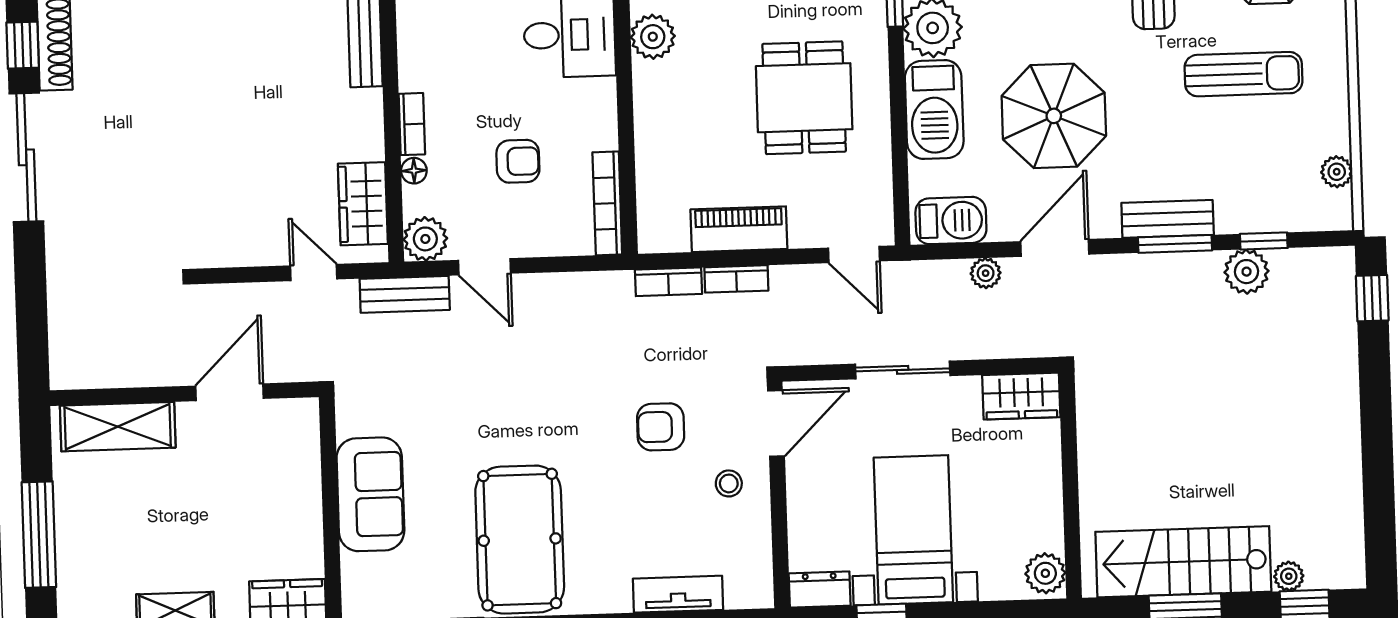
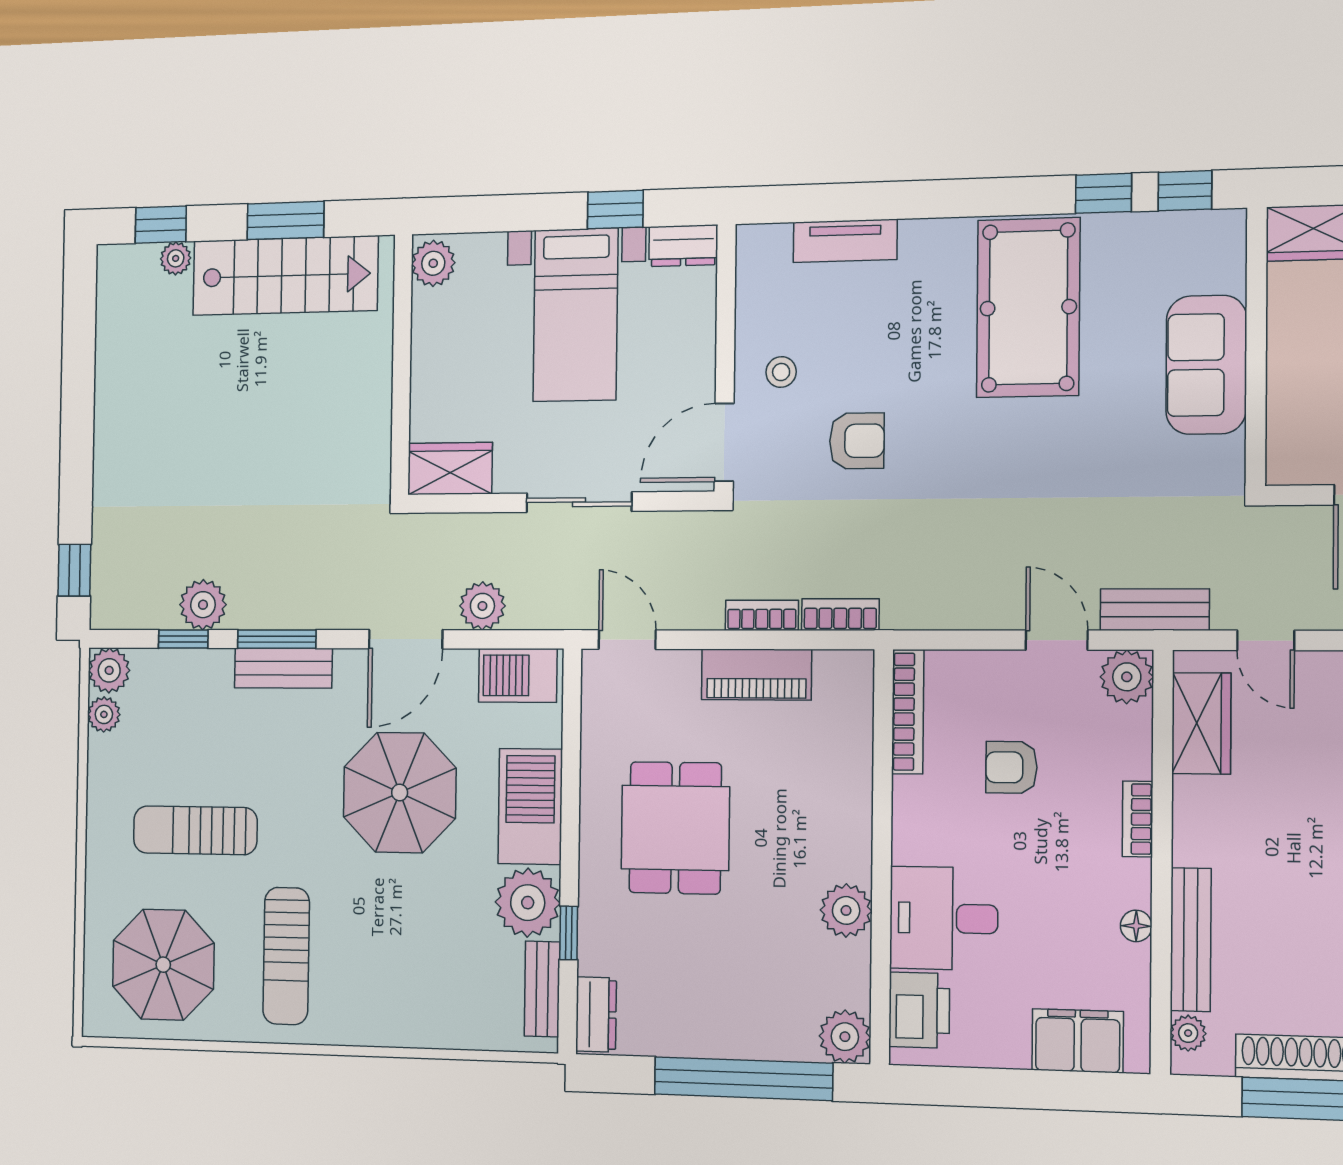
floor lamp: (414, 171) -> (1136, 926), moved
plant: (1334, 211) -> (109, 670), added
plant: (986, 273) -> (482, 606), width x1.38, depth x1.38

